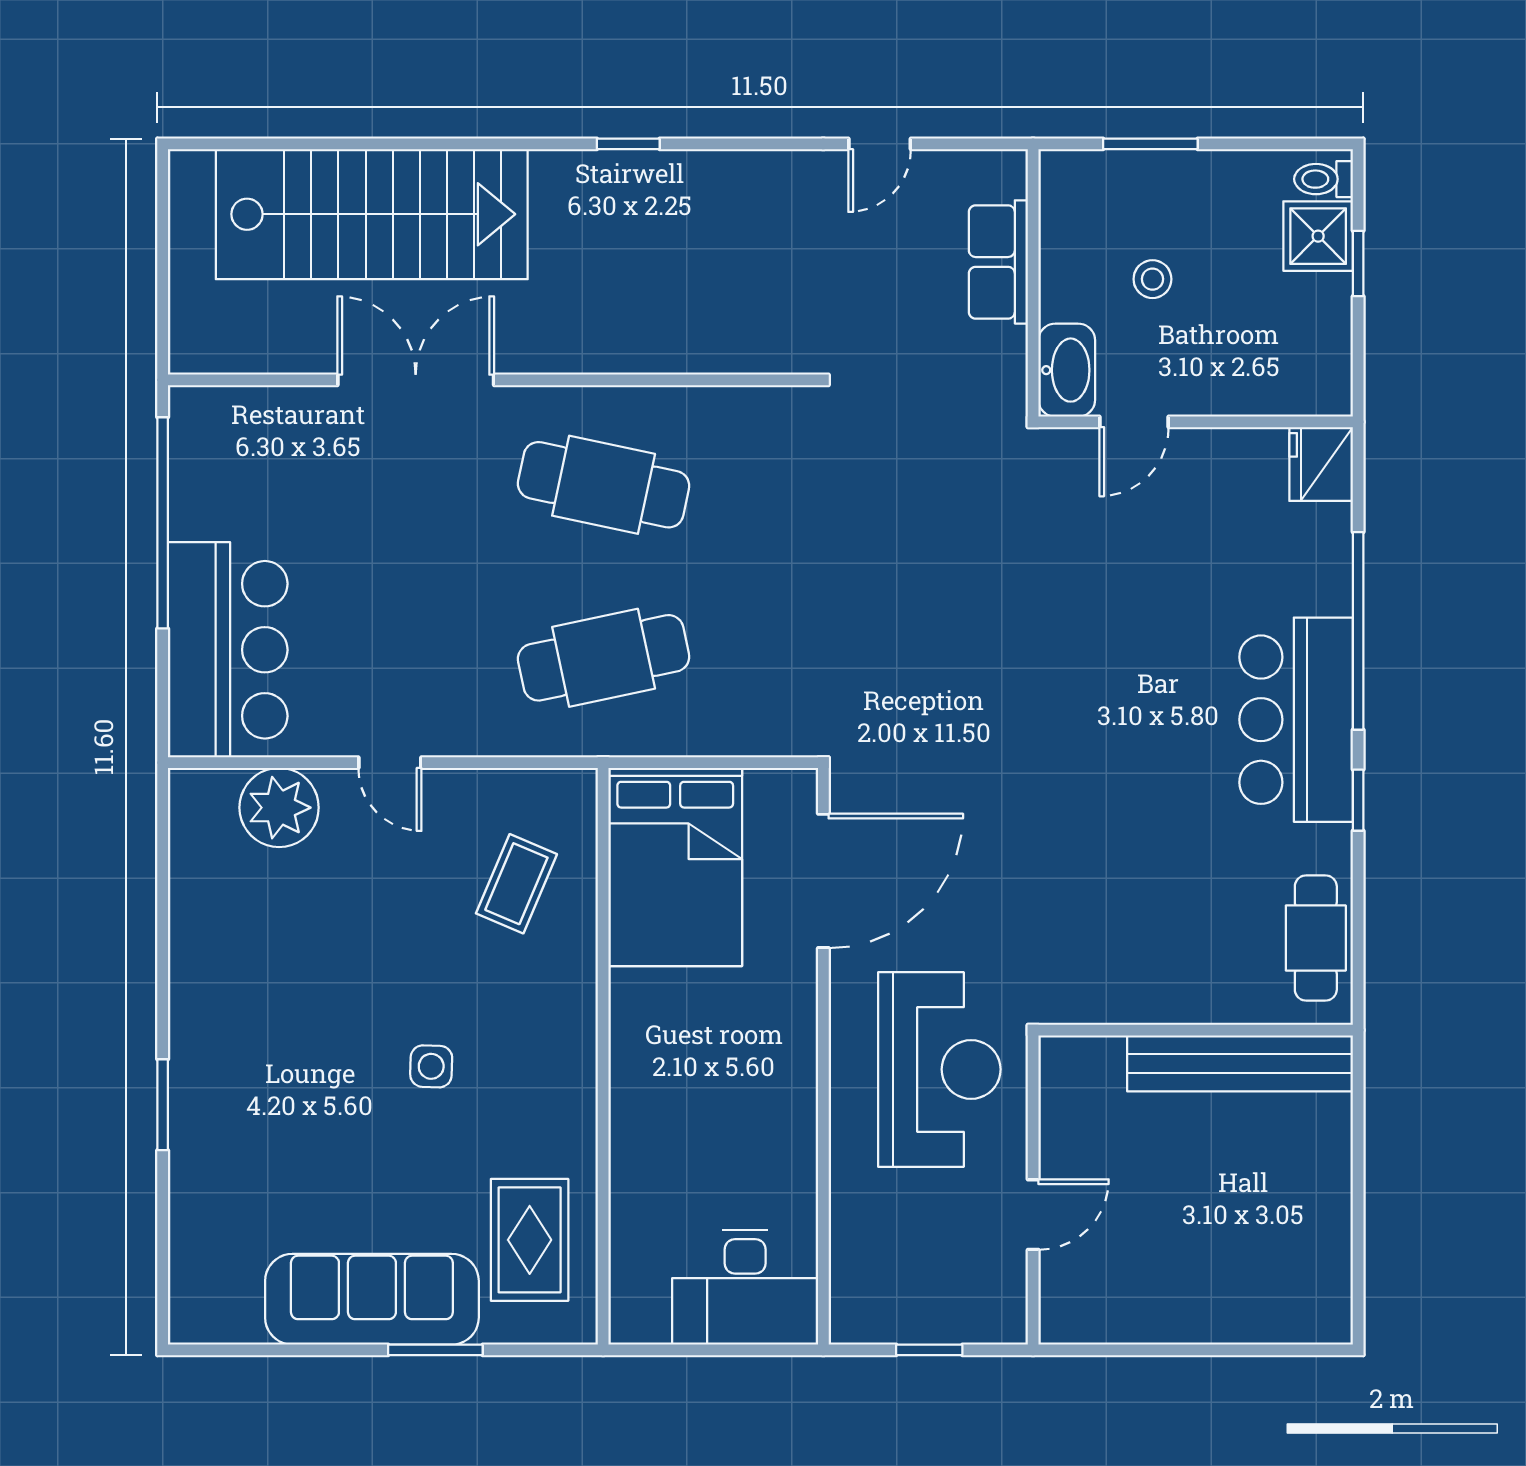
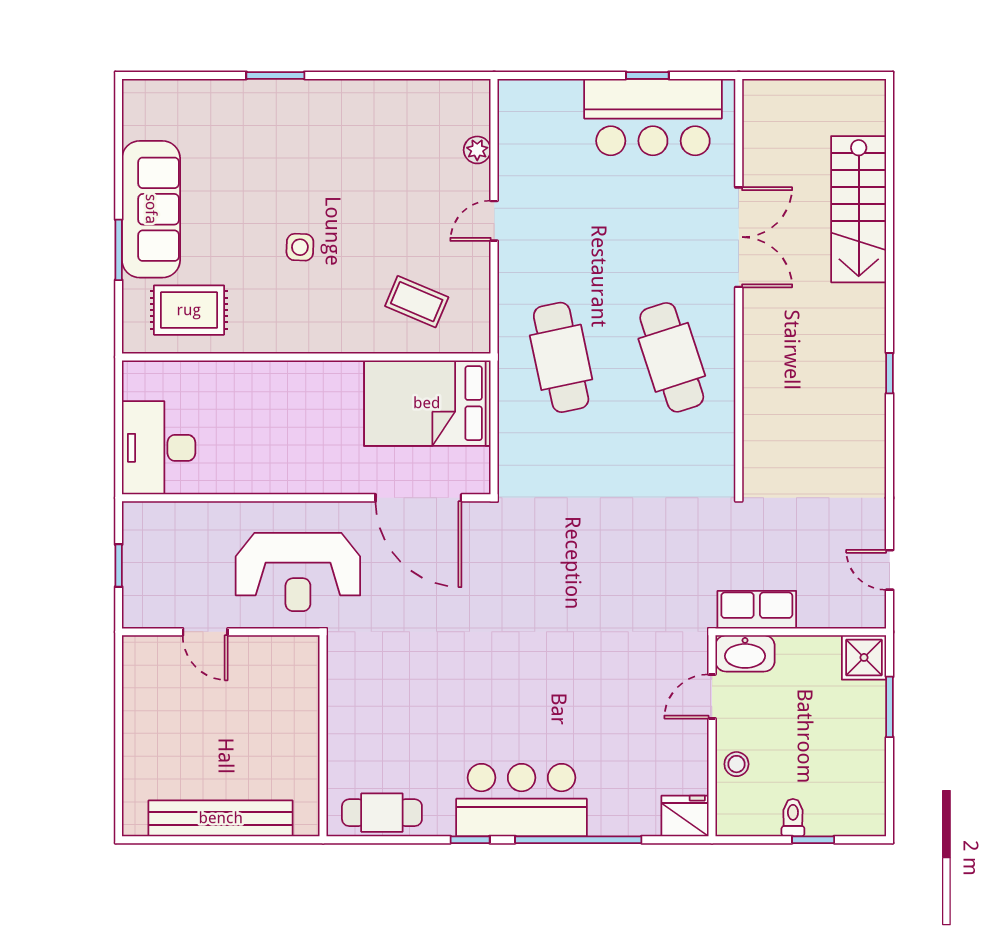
door: (880, 144) -> (890, 570), moved
toilet: (1324, 179) -> (793, 818), moved
stairs: (372, 214) -> (859, 209), width x0.73, depth x0.66
shower: (1318, 236) -> (864, 657), moved
row of seats: (998, 262) -> (757, 610), moved
stool: (1152, 279) -> (736, 764), moved
door: (1134, 422) -> (712, 696), hinge flipped
cafe table: (604, 485) -> (672, 357), turned -30
window: (163, 523) -> (647, 75), width x0.32
bar counter: (228, 650) -> (653, 117), moved
plant: (279, 808) -> (477, 150), width x0.53, depth x0.53
bench: (1240, 1063) -> (221, 818), moved, turned 90

